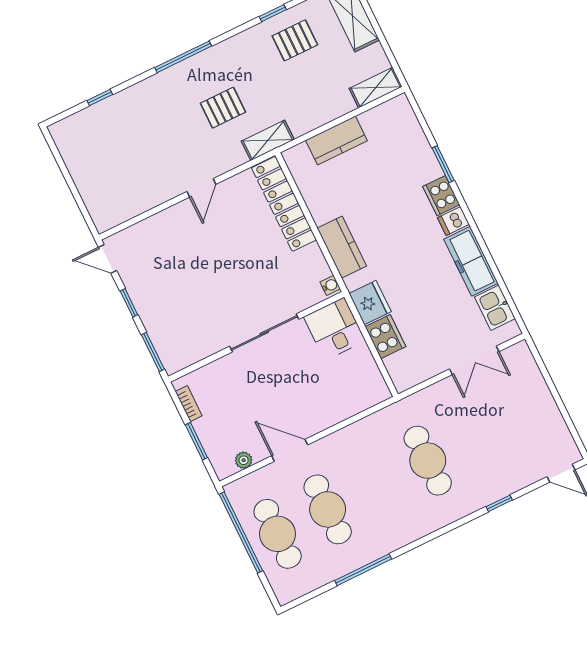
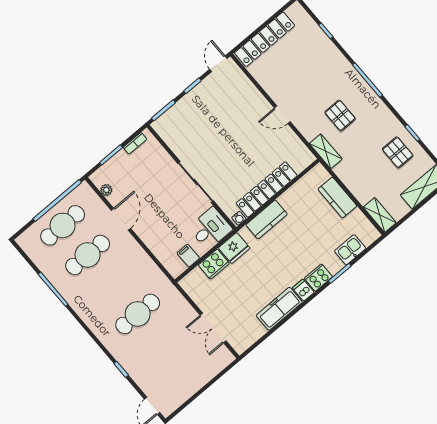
locker: (90, 186) -> (265, 39), added
locker: (284, 204) -> (267, 189), moved
kitchen sink: (495, 308) -> (350, 250), moved
filing cabinet: (364, 369) -> (188, 256), added

